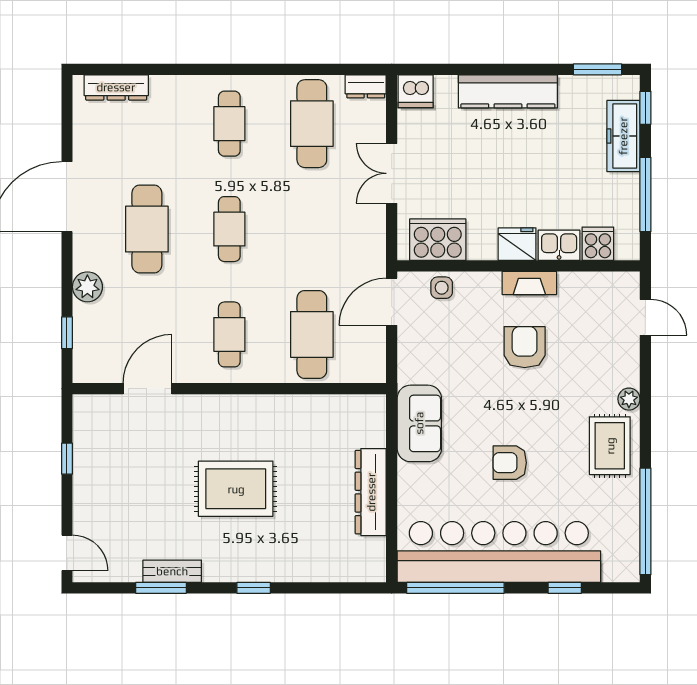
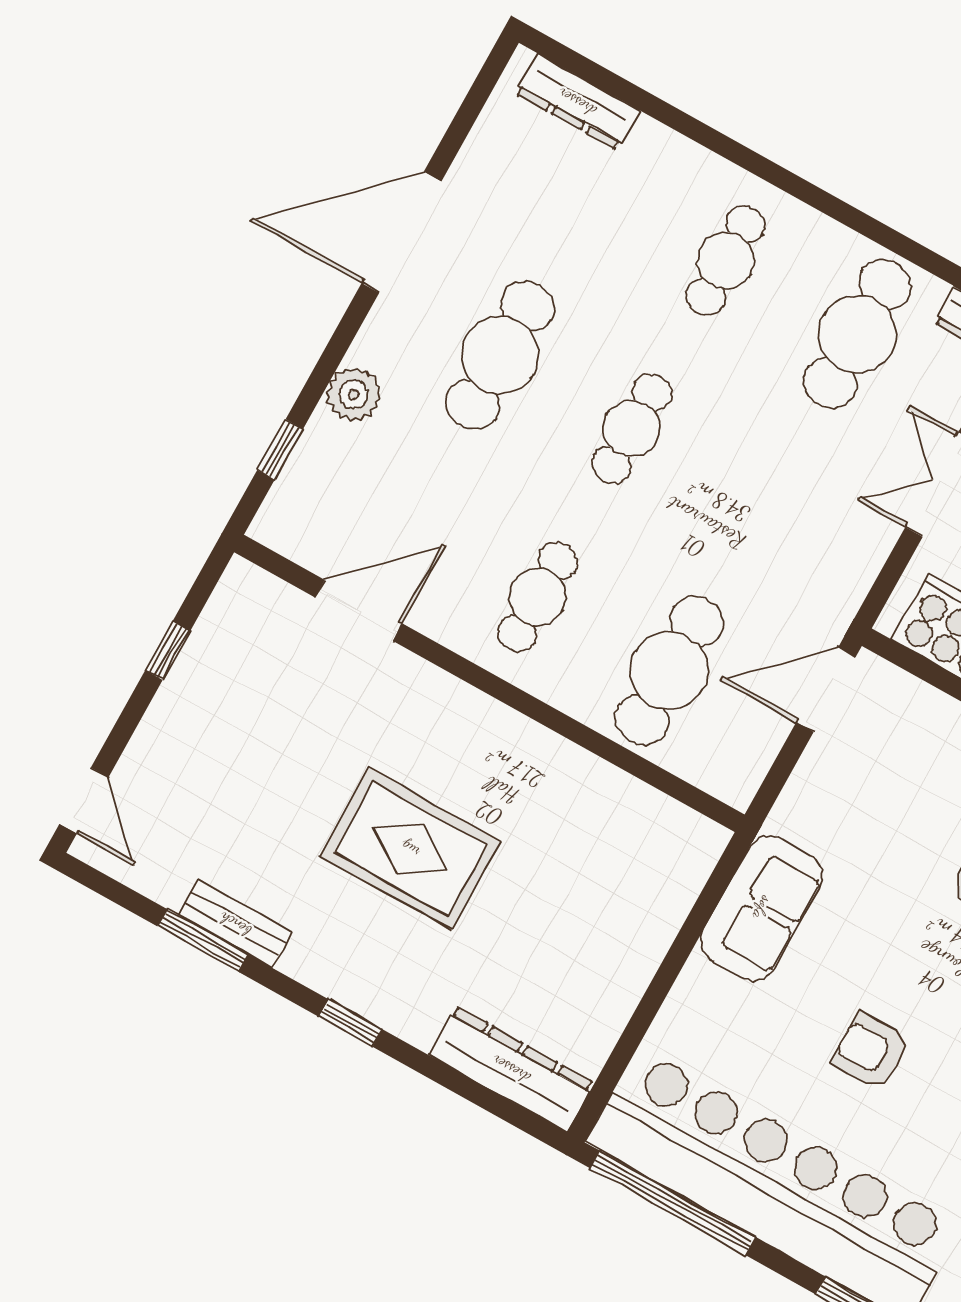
side table: (442, 288) -> (918, 712), removed
dresser: (371, 492) -> (511, 1069), moved, turned 90

